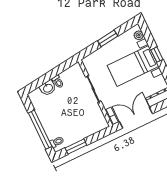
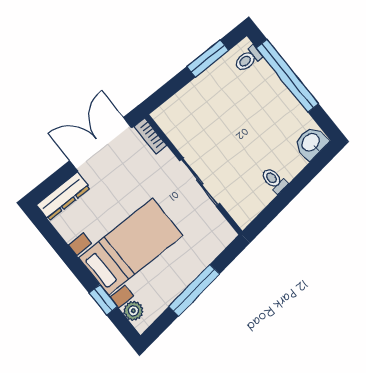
window: (108, 38) -> (194, 290), width x1.44
window: (157, 55) -> (103, 300), moved
washbasin: (48, 88) -> (311, 143), moved
double door: (136, 118) -> (101, 144), swing flipped

